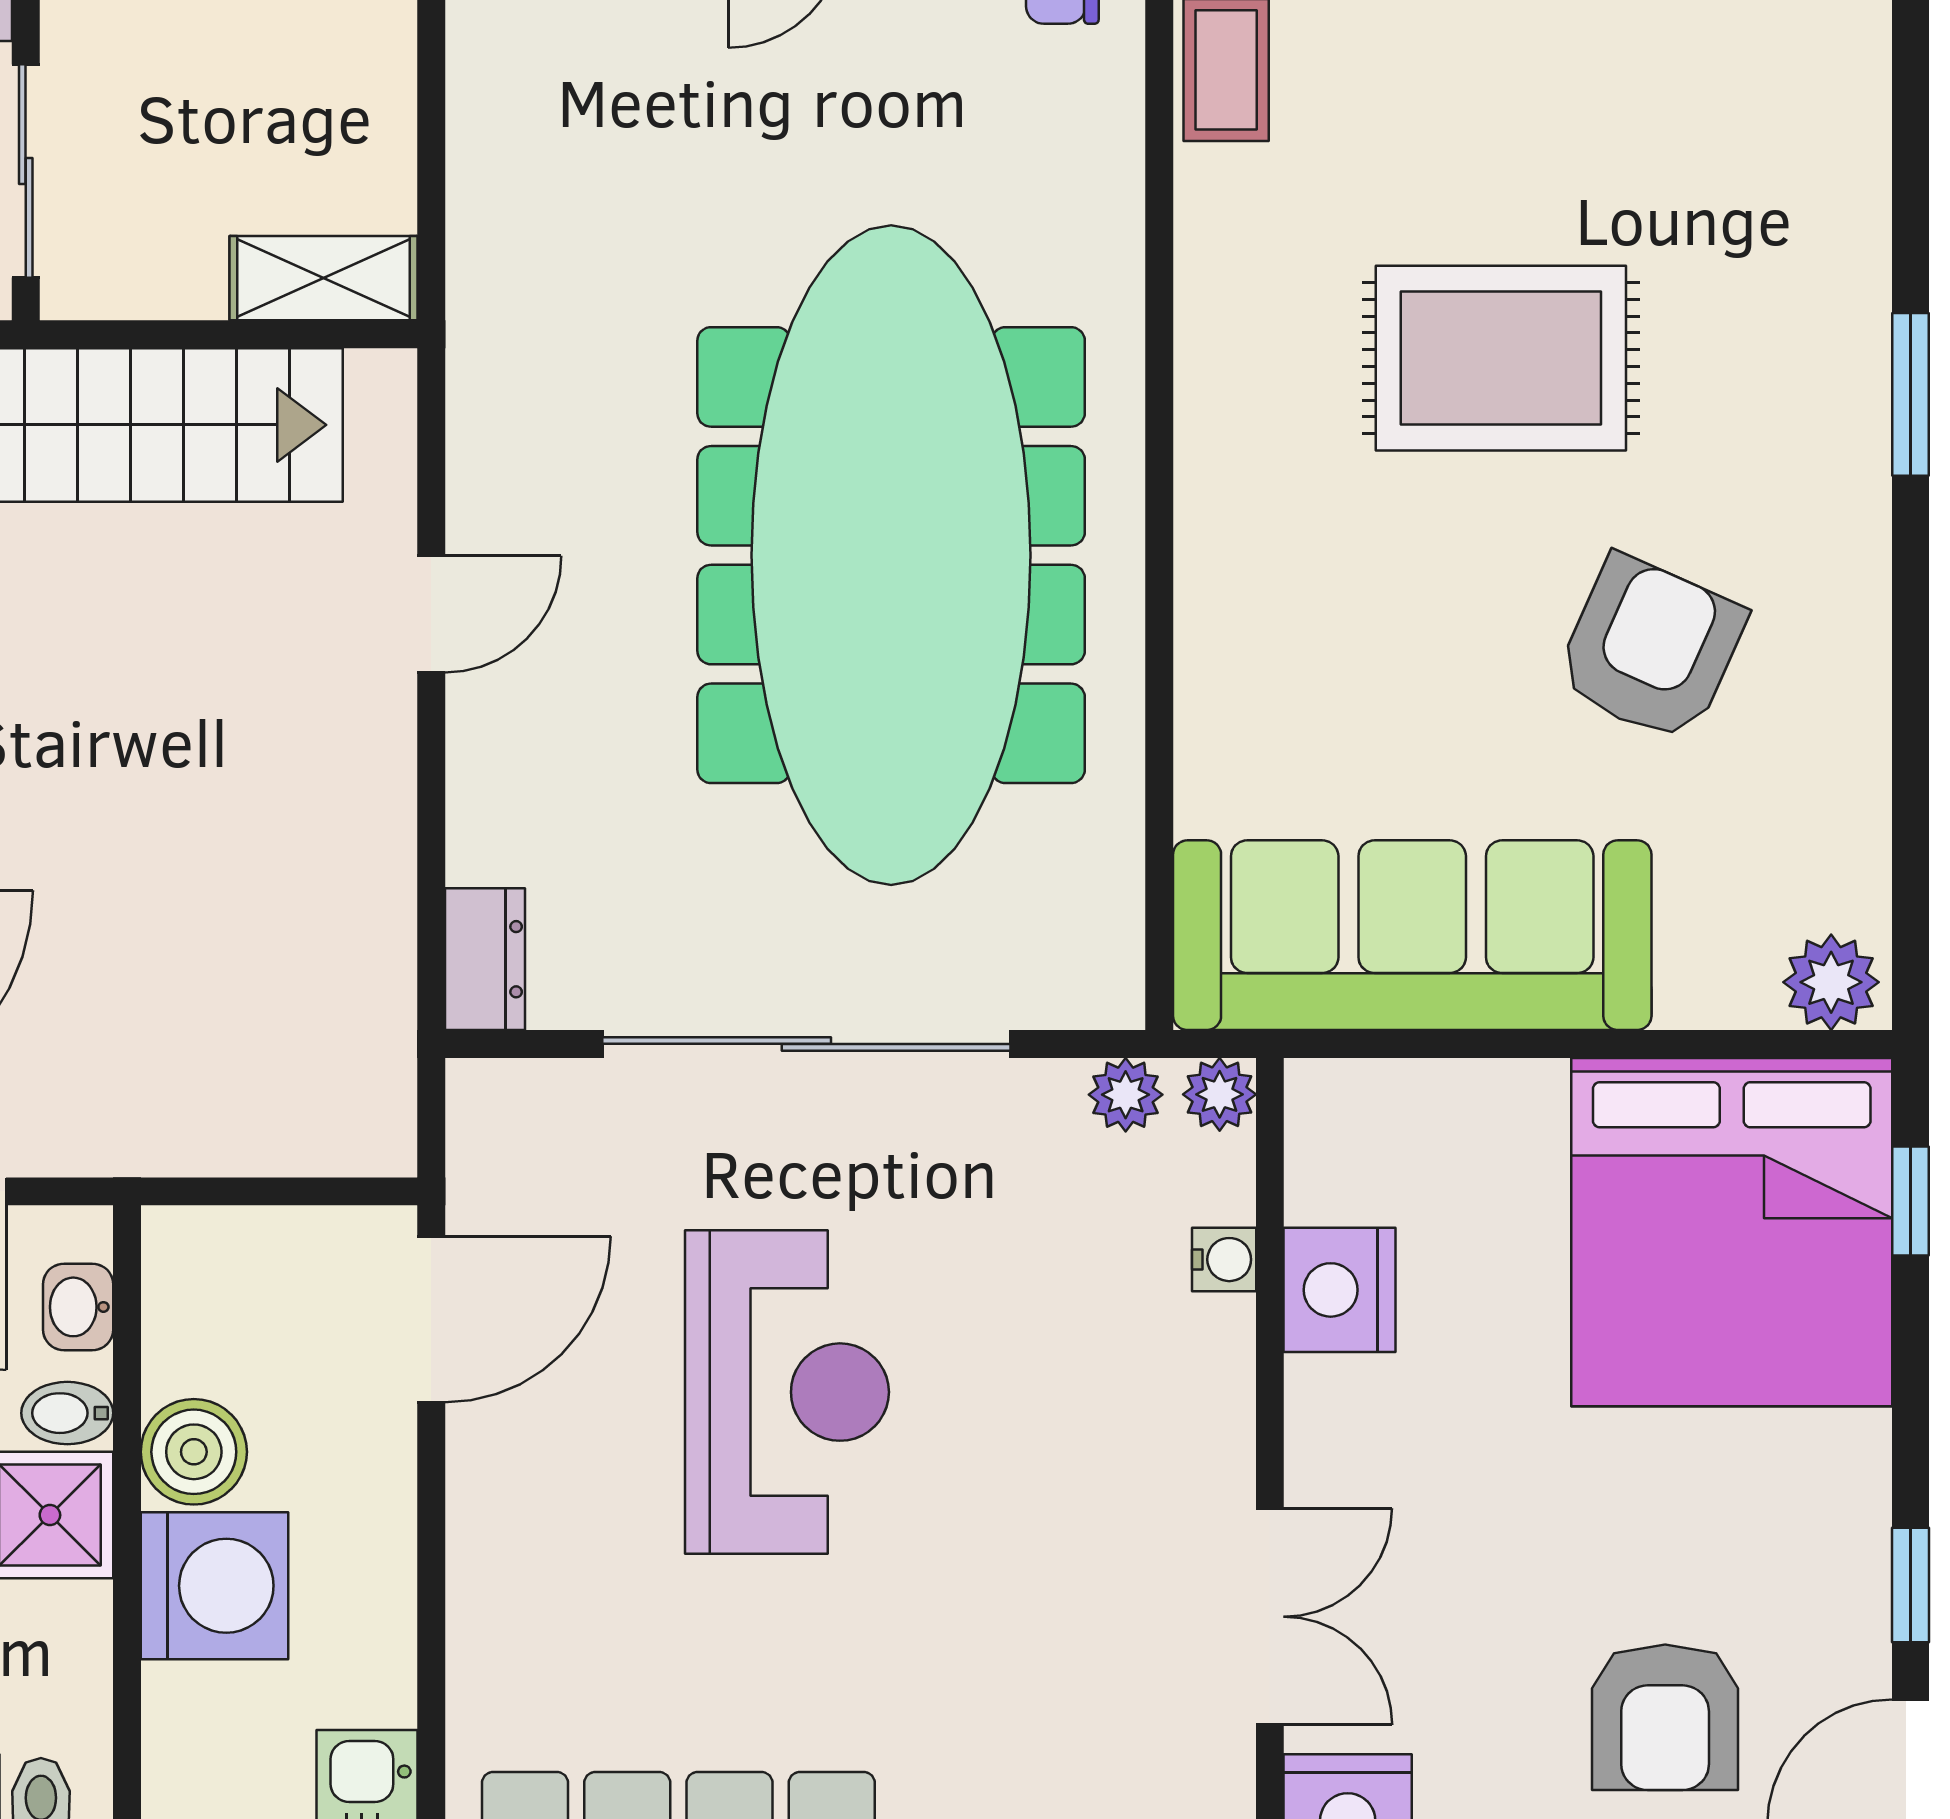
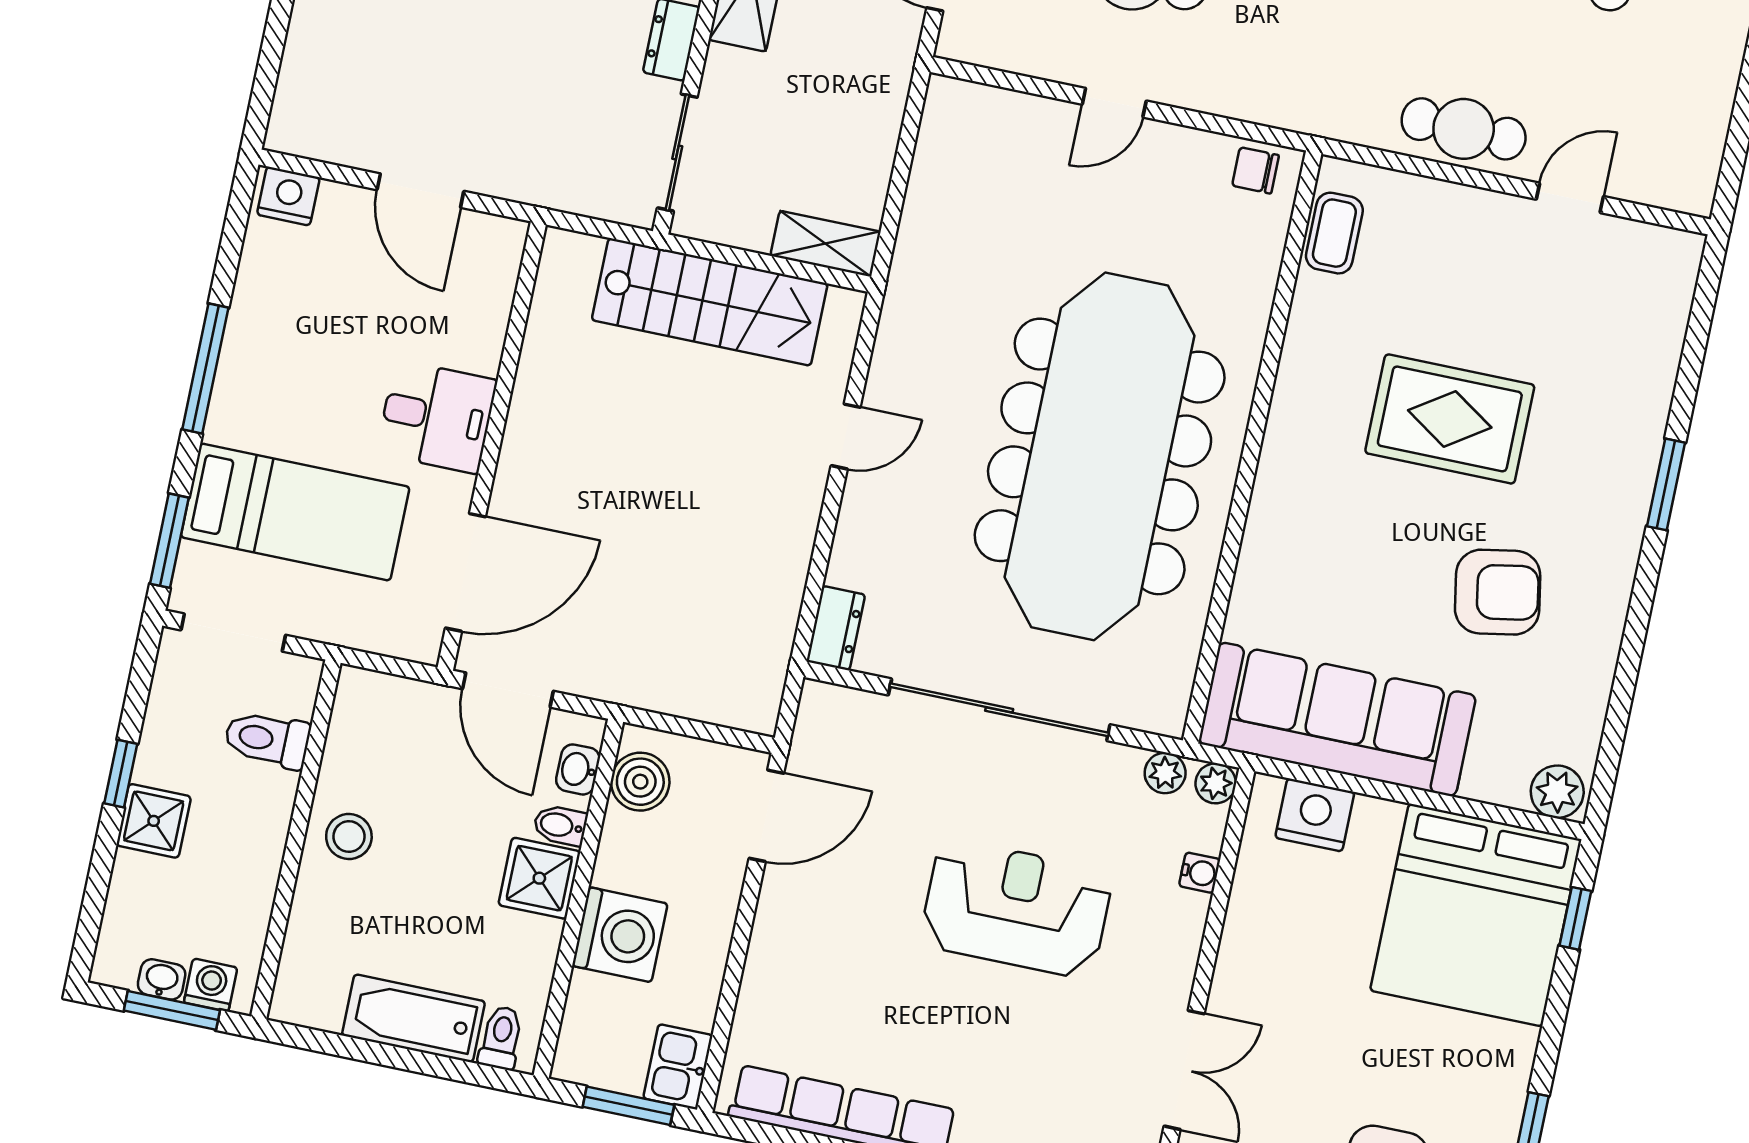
armchair: (1651, 649) -> (1498, 592), turned 56
nightstand: (1340, 1290) -> (1315, 815), moved, turned 90
reception desk: (787, 1392) -> (1016, 908), moved, turned -90
boiler: (194, 1452) -> (640, 782), moved

